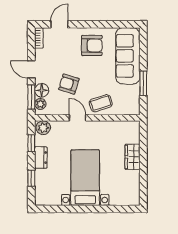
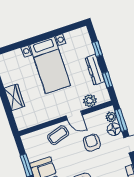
armchair: (69, 84) -> (92, 143), turned -107
plant: (43, 128) -> (90, 101), moved
dresser: (41, 158) -> (95, 70), width x1.44

